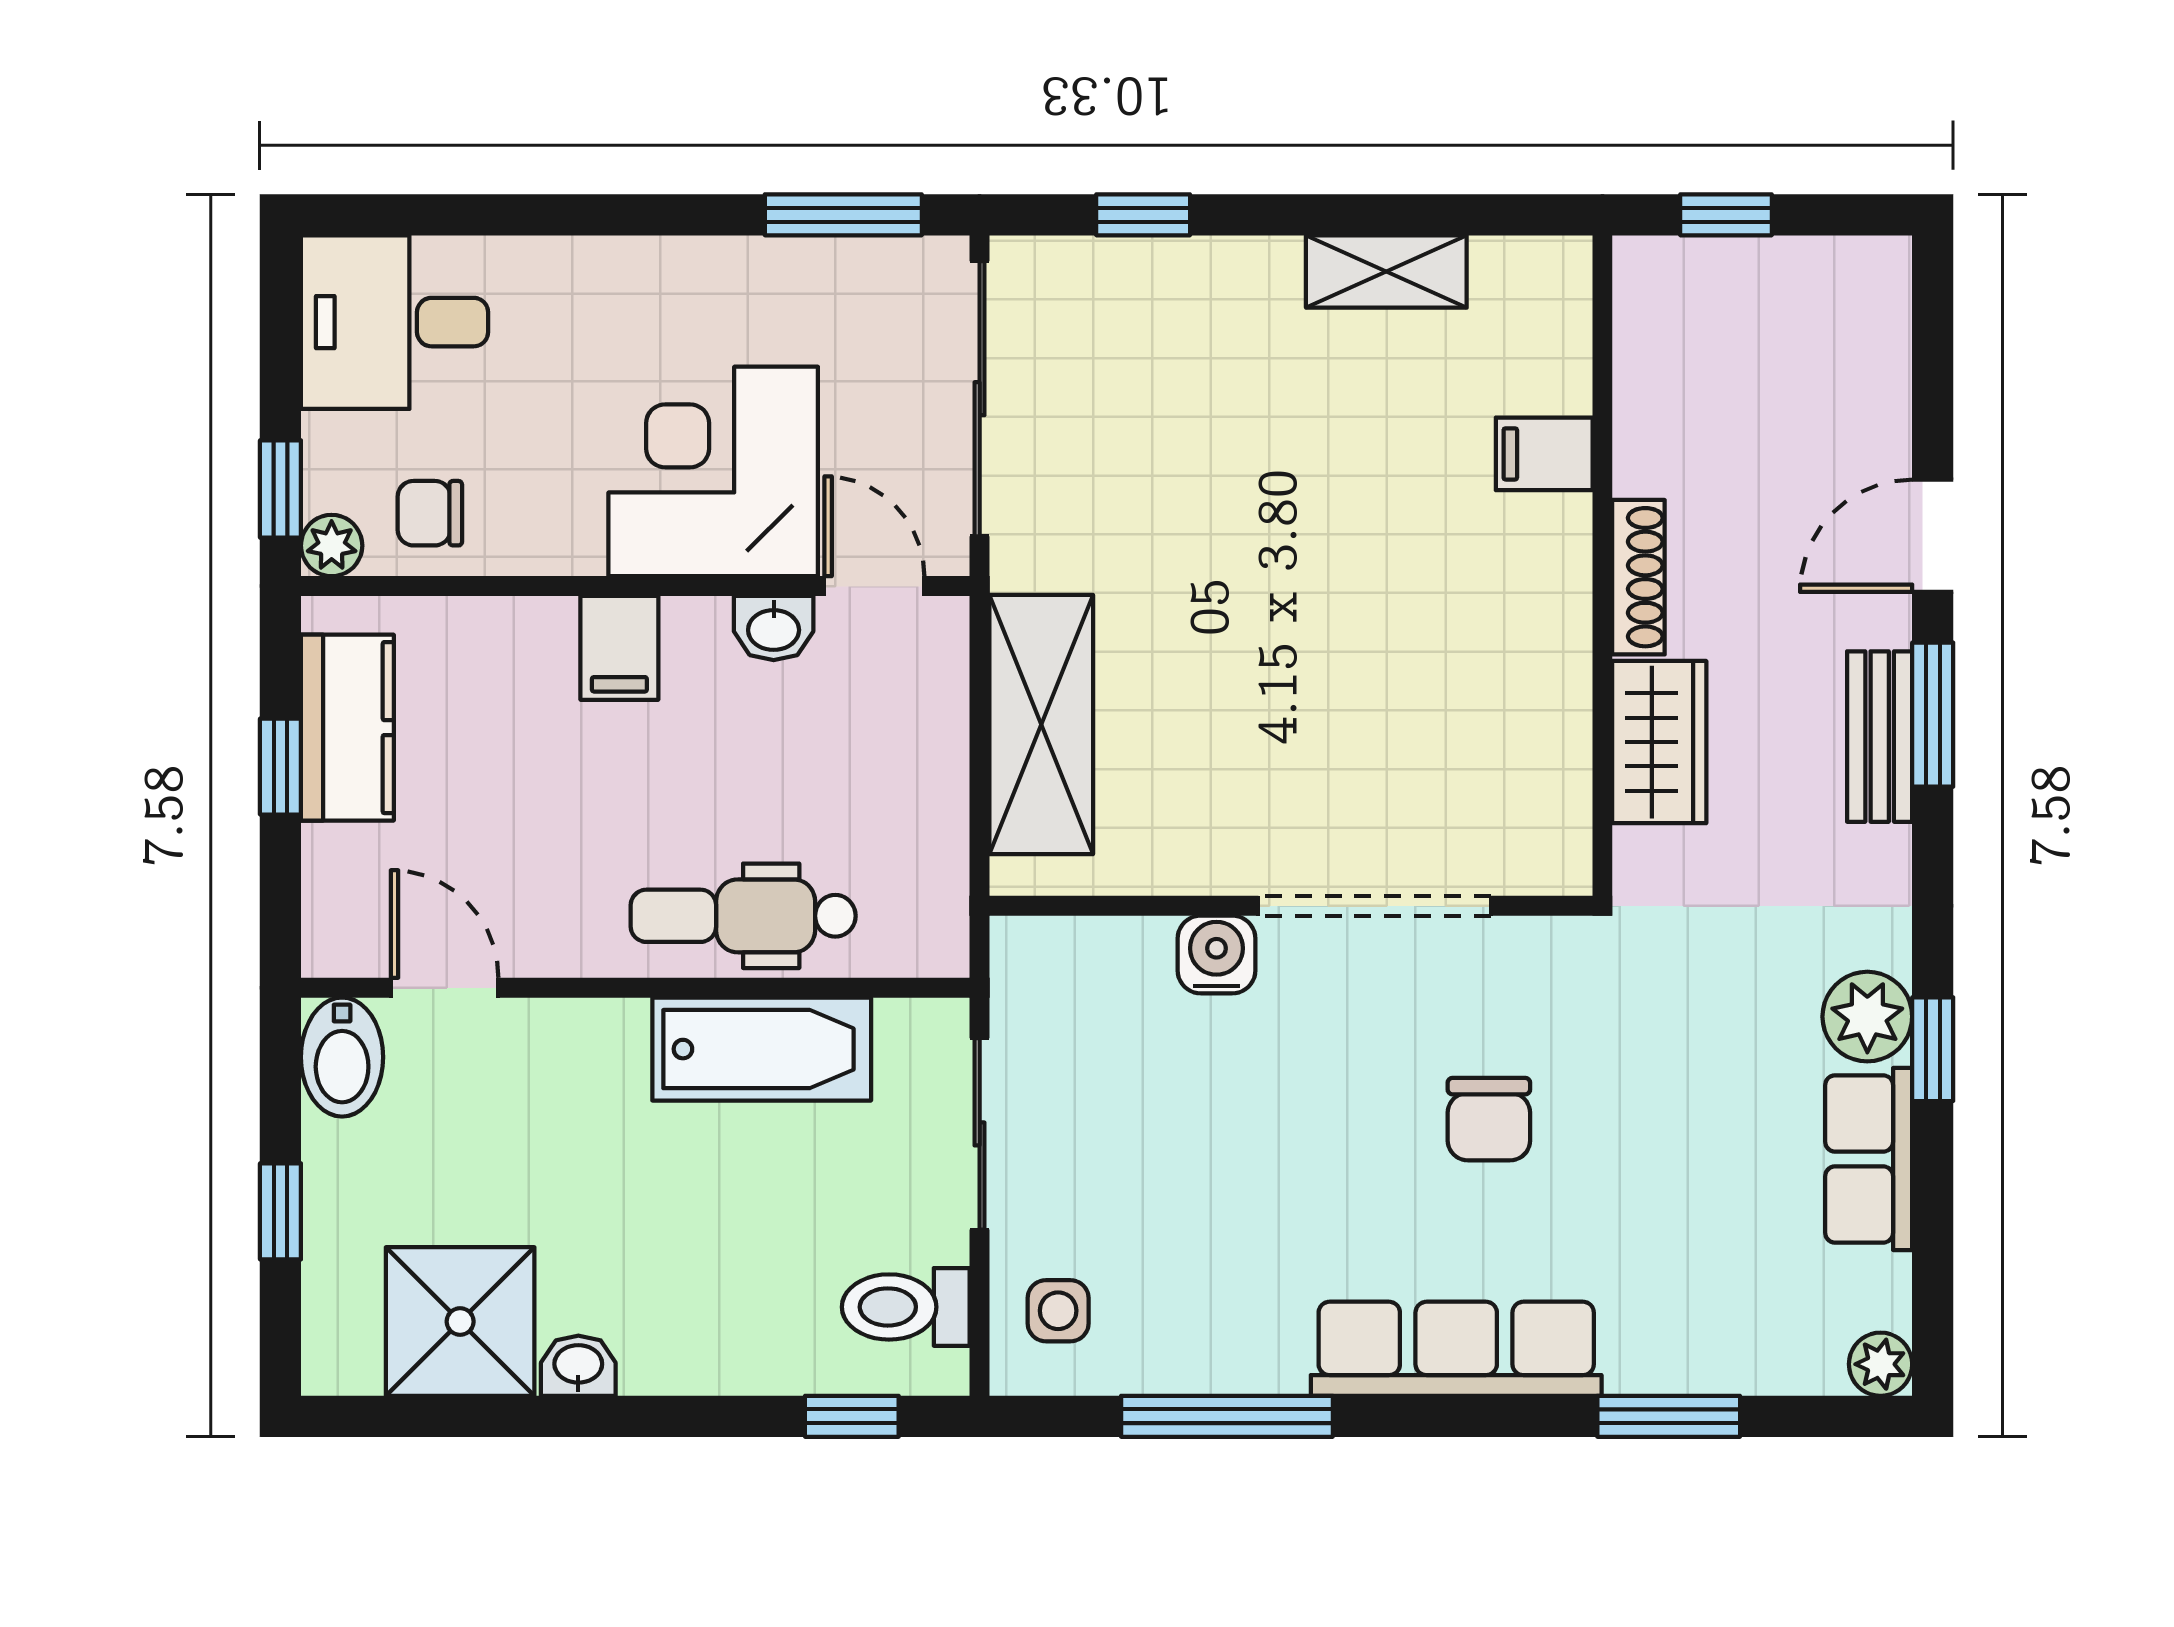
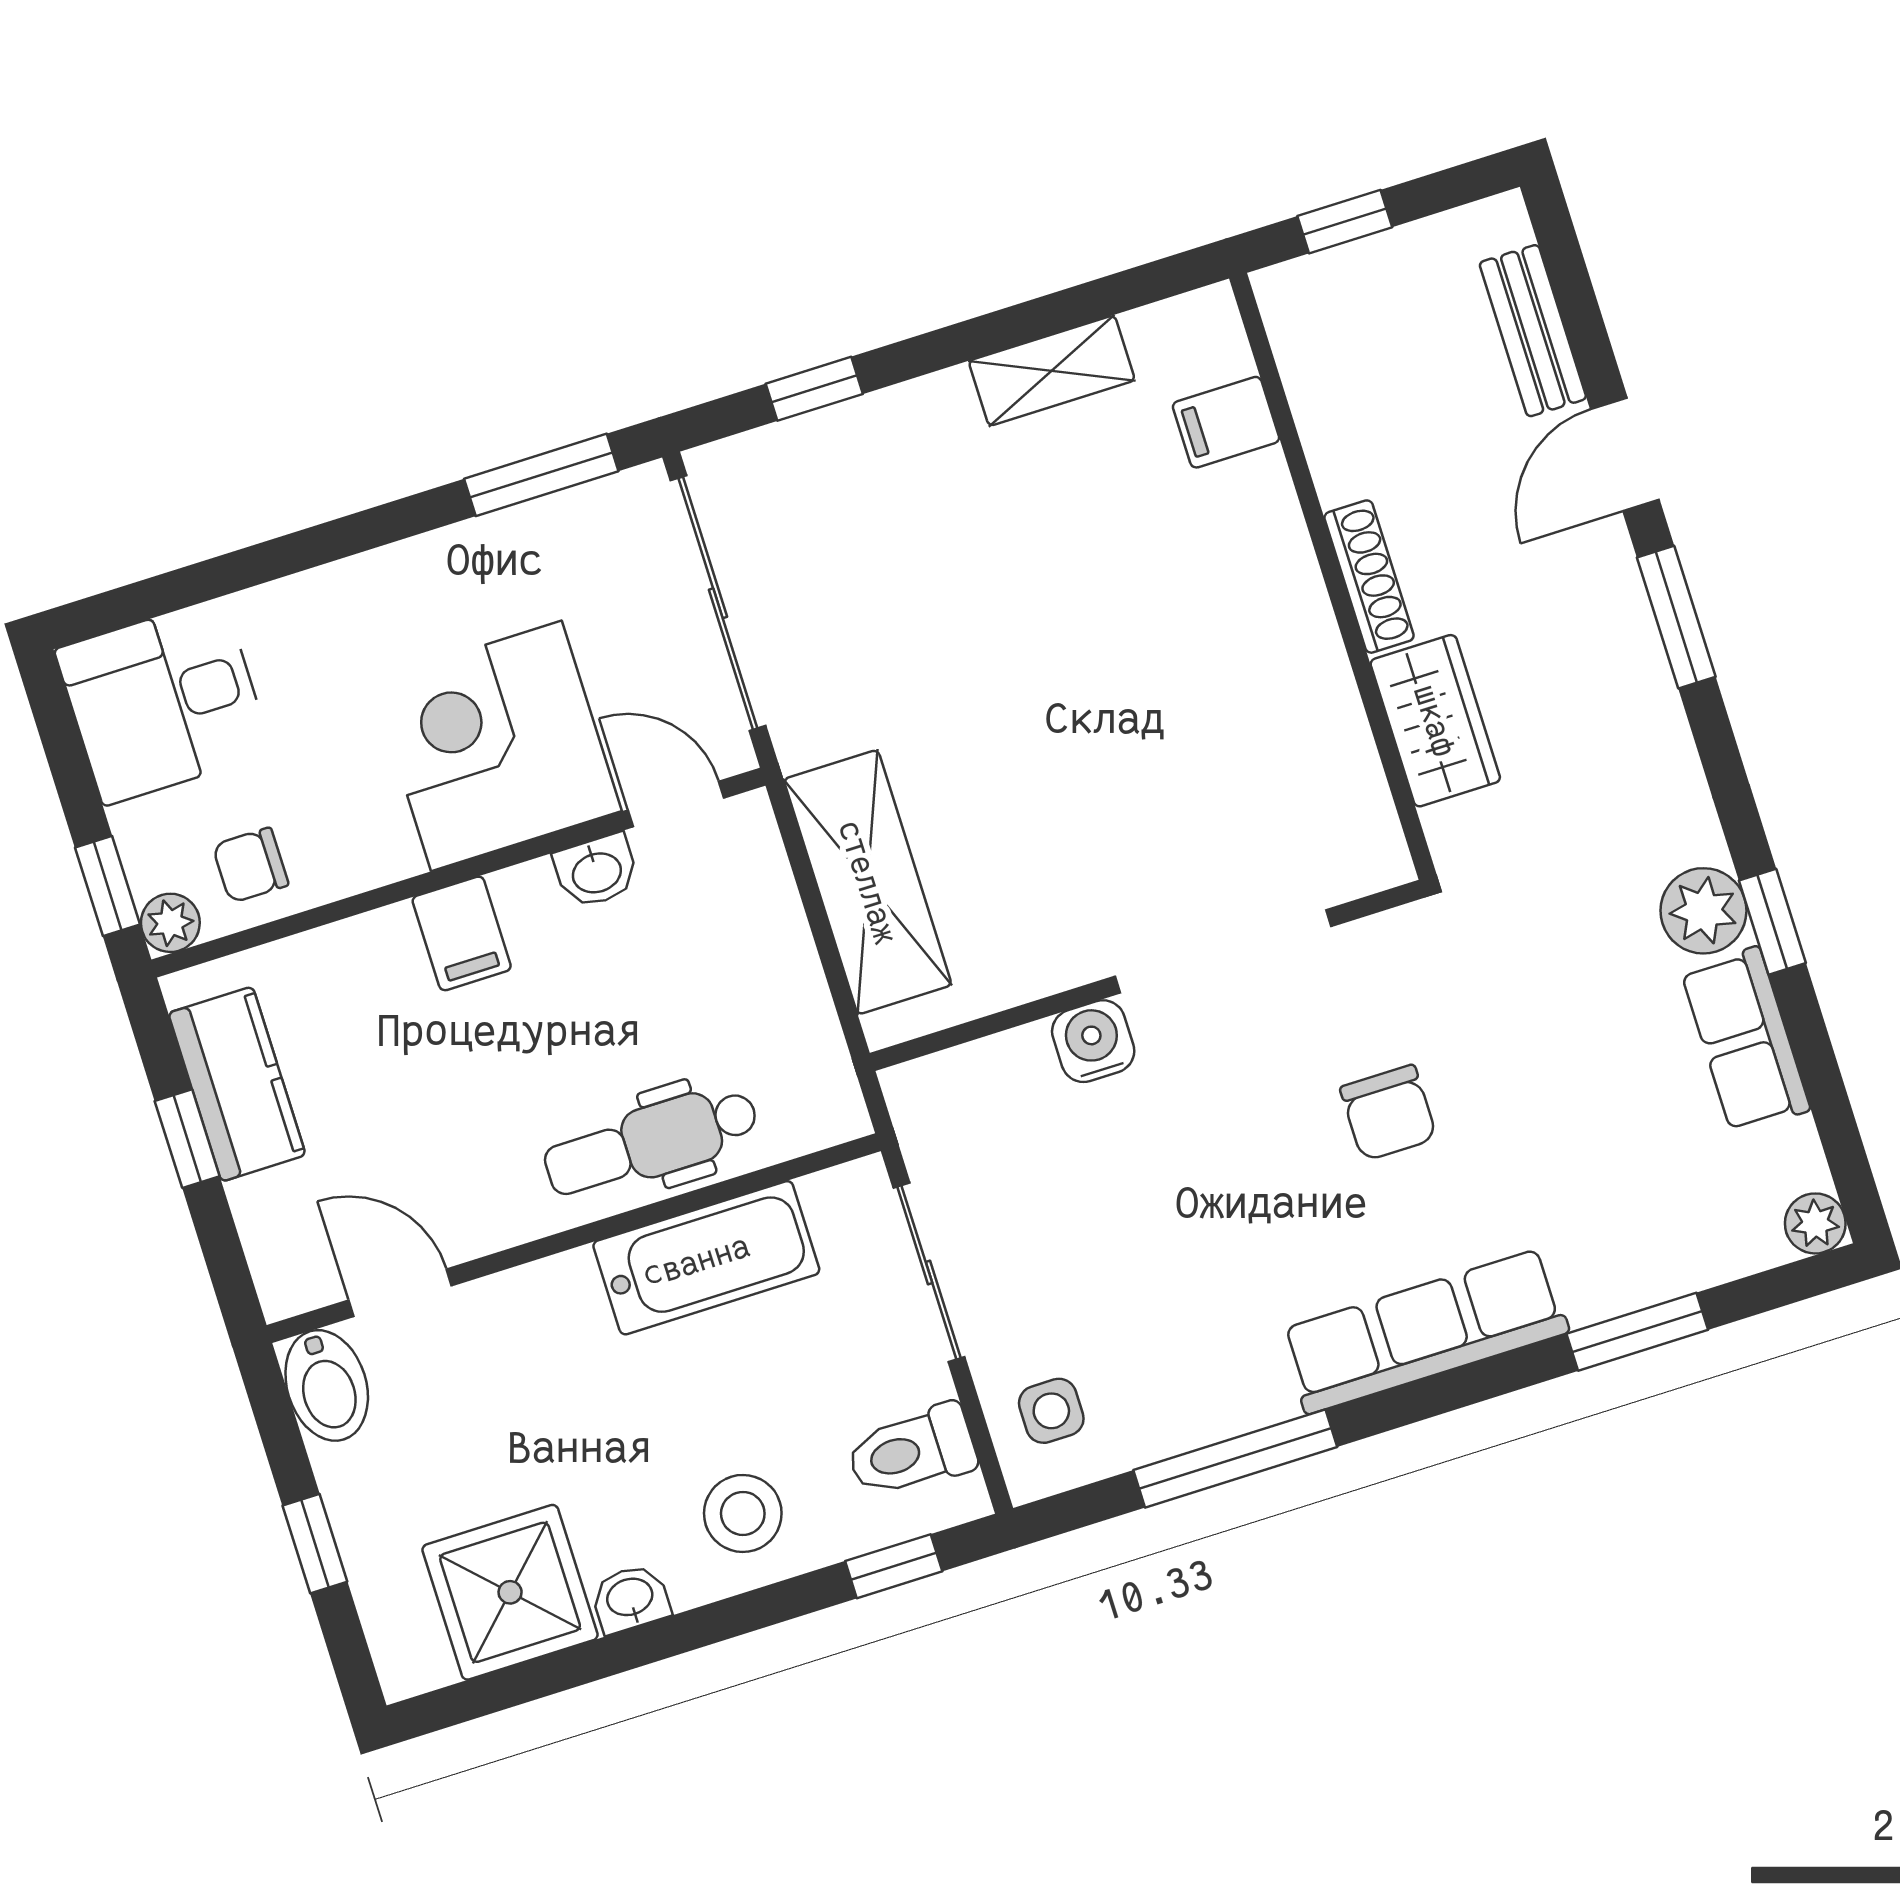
filing cabinet: (1544, 454) -> (1226, 422), moved
bench: (1880, 737) -> (1533, 331), moved
stool: (718, 1316) -> (743, 1513), added

